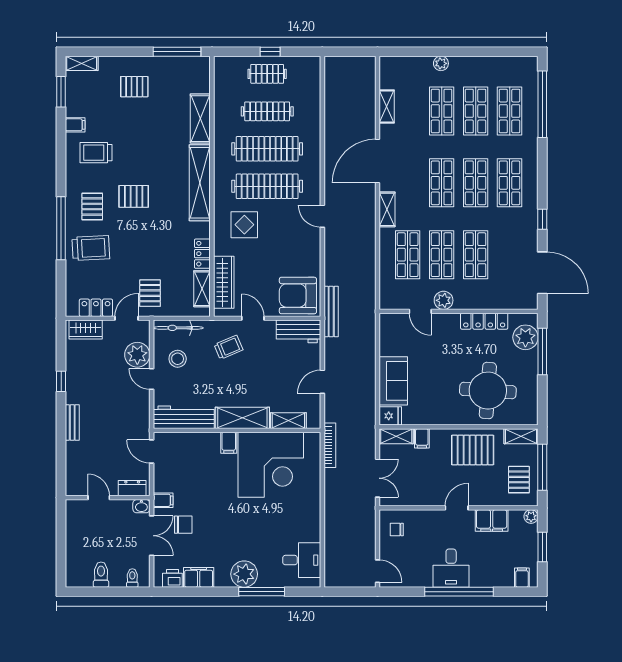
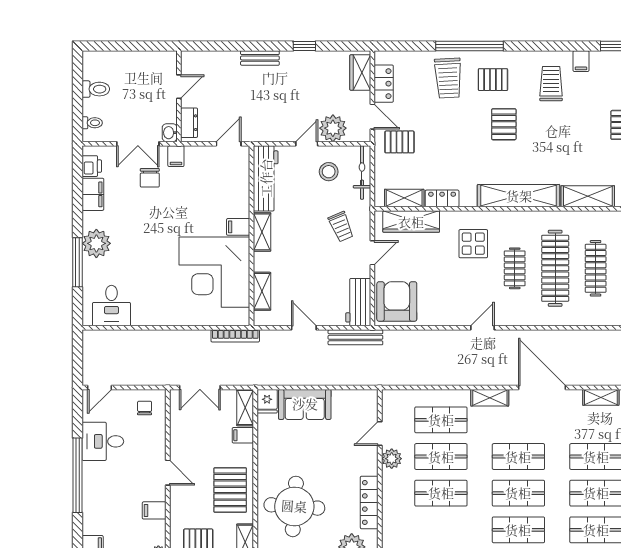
clothes rail: (267, 186) -> (515, 268), width x0.54, depth x0.76
bench: (331, 312) -> (355, 337), moved
shelving: (242, 418) -> (262, 232), width x0.67, depth x0.75
filing cabinet: (492, 521) -> (154, 510), width x0.50
desk: (451, 568) -> (103, 441), moved

